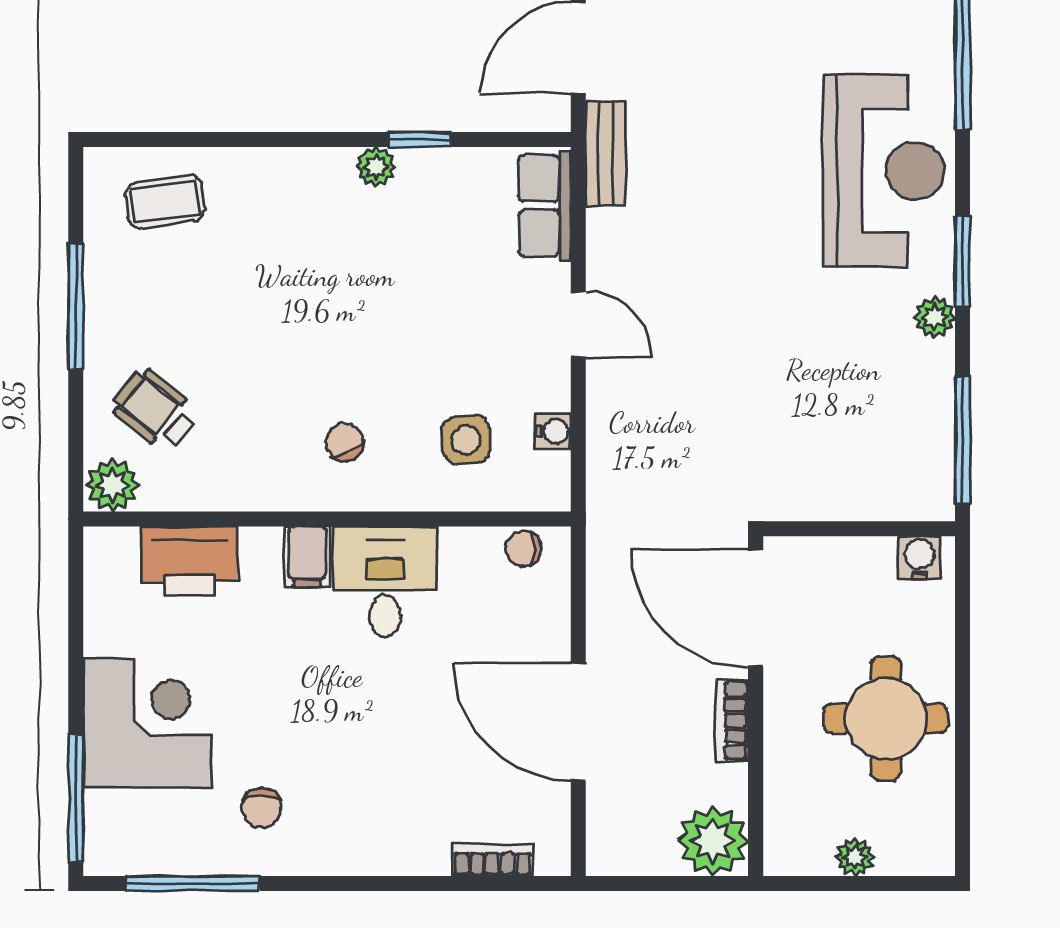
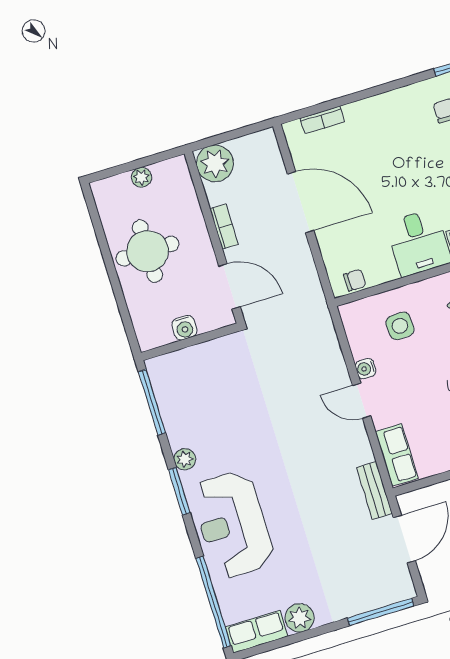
water cooler: (553, 431) -> (366, 369), moved
water cooler: (919, 558) -> (184, 328), moved
door: (756, 608) -> (229, 286), width x0.73

